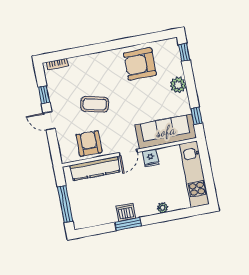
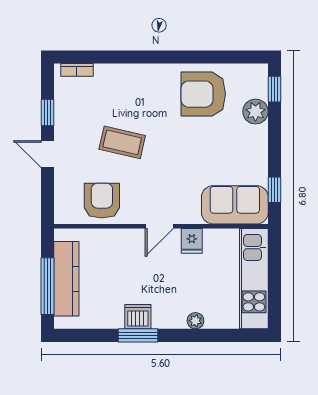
plant: (178, 85) -> (255, 112), moved
sofa: (166, 131) -> (235, 205), width x0.73
kitchen counter: (95, 168) -> (66, 279), moved, turned -90

